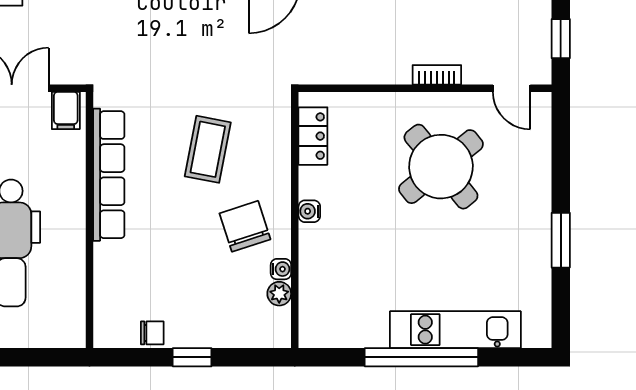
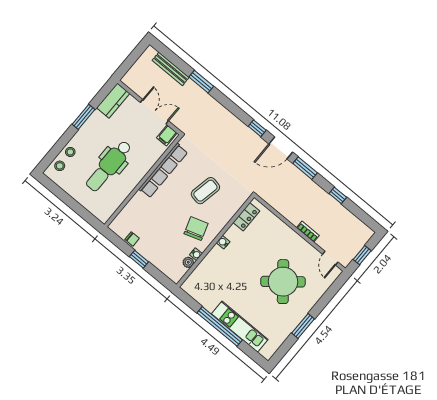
round table: (441, 167) -> (283, 282), moved

